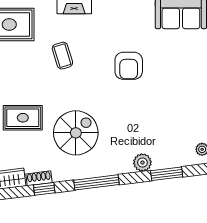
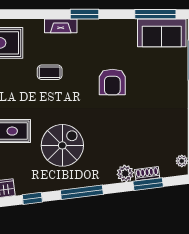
coffee table: (62, 56) -> (50, 72), turned -73
shoe rack: (39, 178) -> (147, 174), moved

